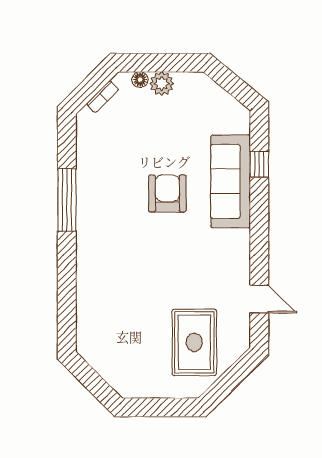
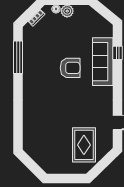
armchair: (167, 194) -> (70, 68), turned 90
window: (67, 200) -> (18, 57), moved

